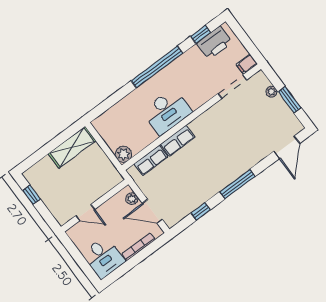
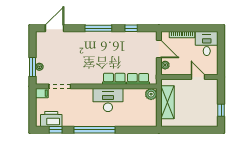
window: (290, 100) -> (32, 67), moved
shelving: (72, 147) -> (168, 102), moved, turned 90

